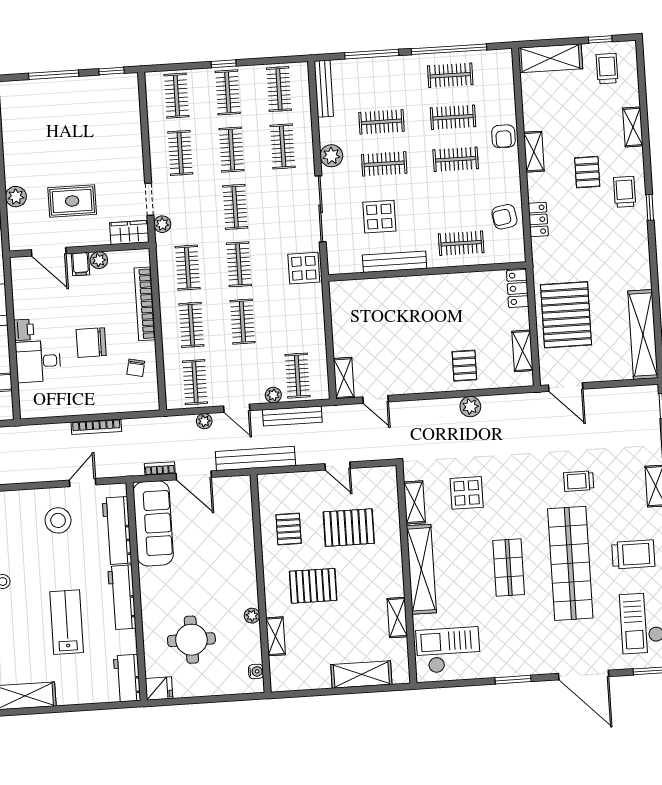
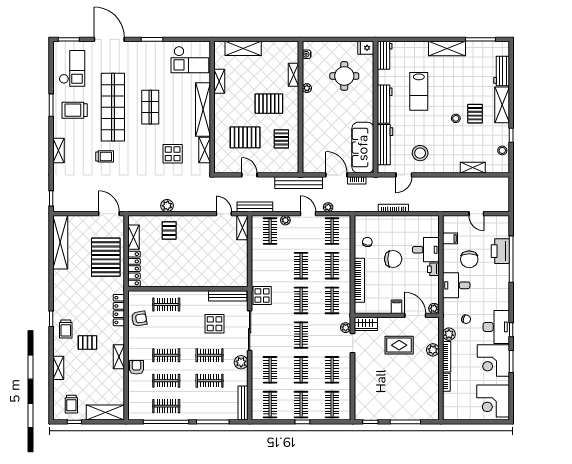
pallet: (587, 172) -> (87, 342), turned 90
locker: (538, 219) -> (119, 310), width x1.53
plant: (99, 260) -> (434, 308), moved
bench: (395, 262) -> (228, 296), moved
locker: (518, 288) -> (134, 269), width x1.53
bench: (292, 416) -> (255, 207), moved

